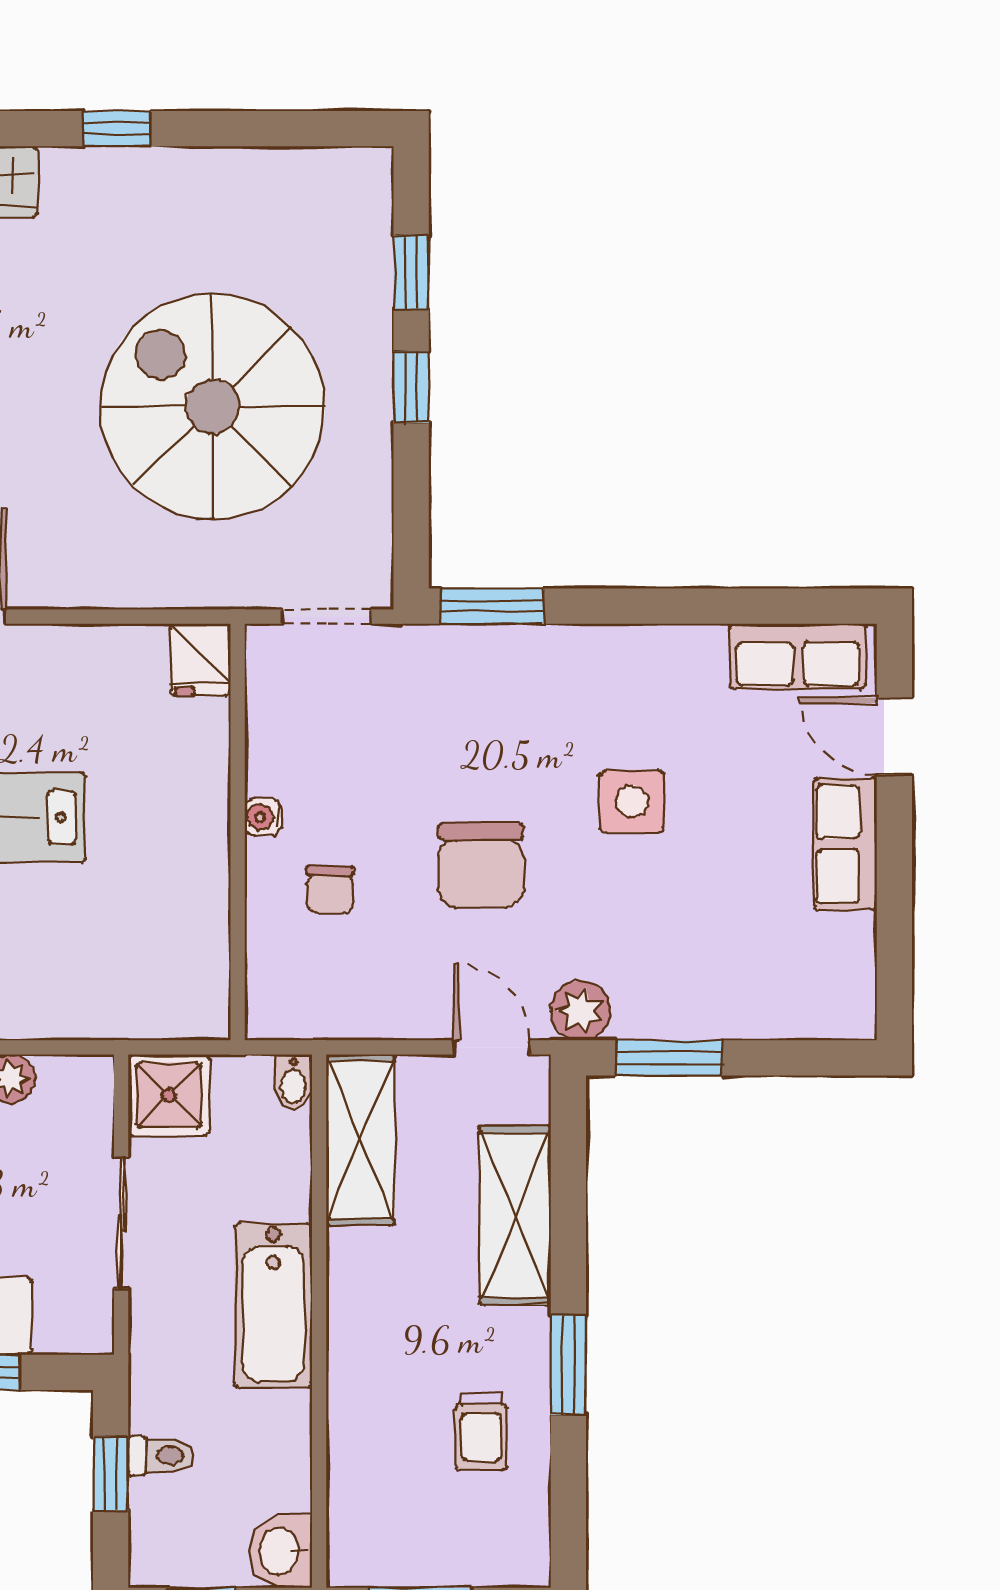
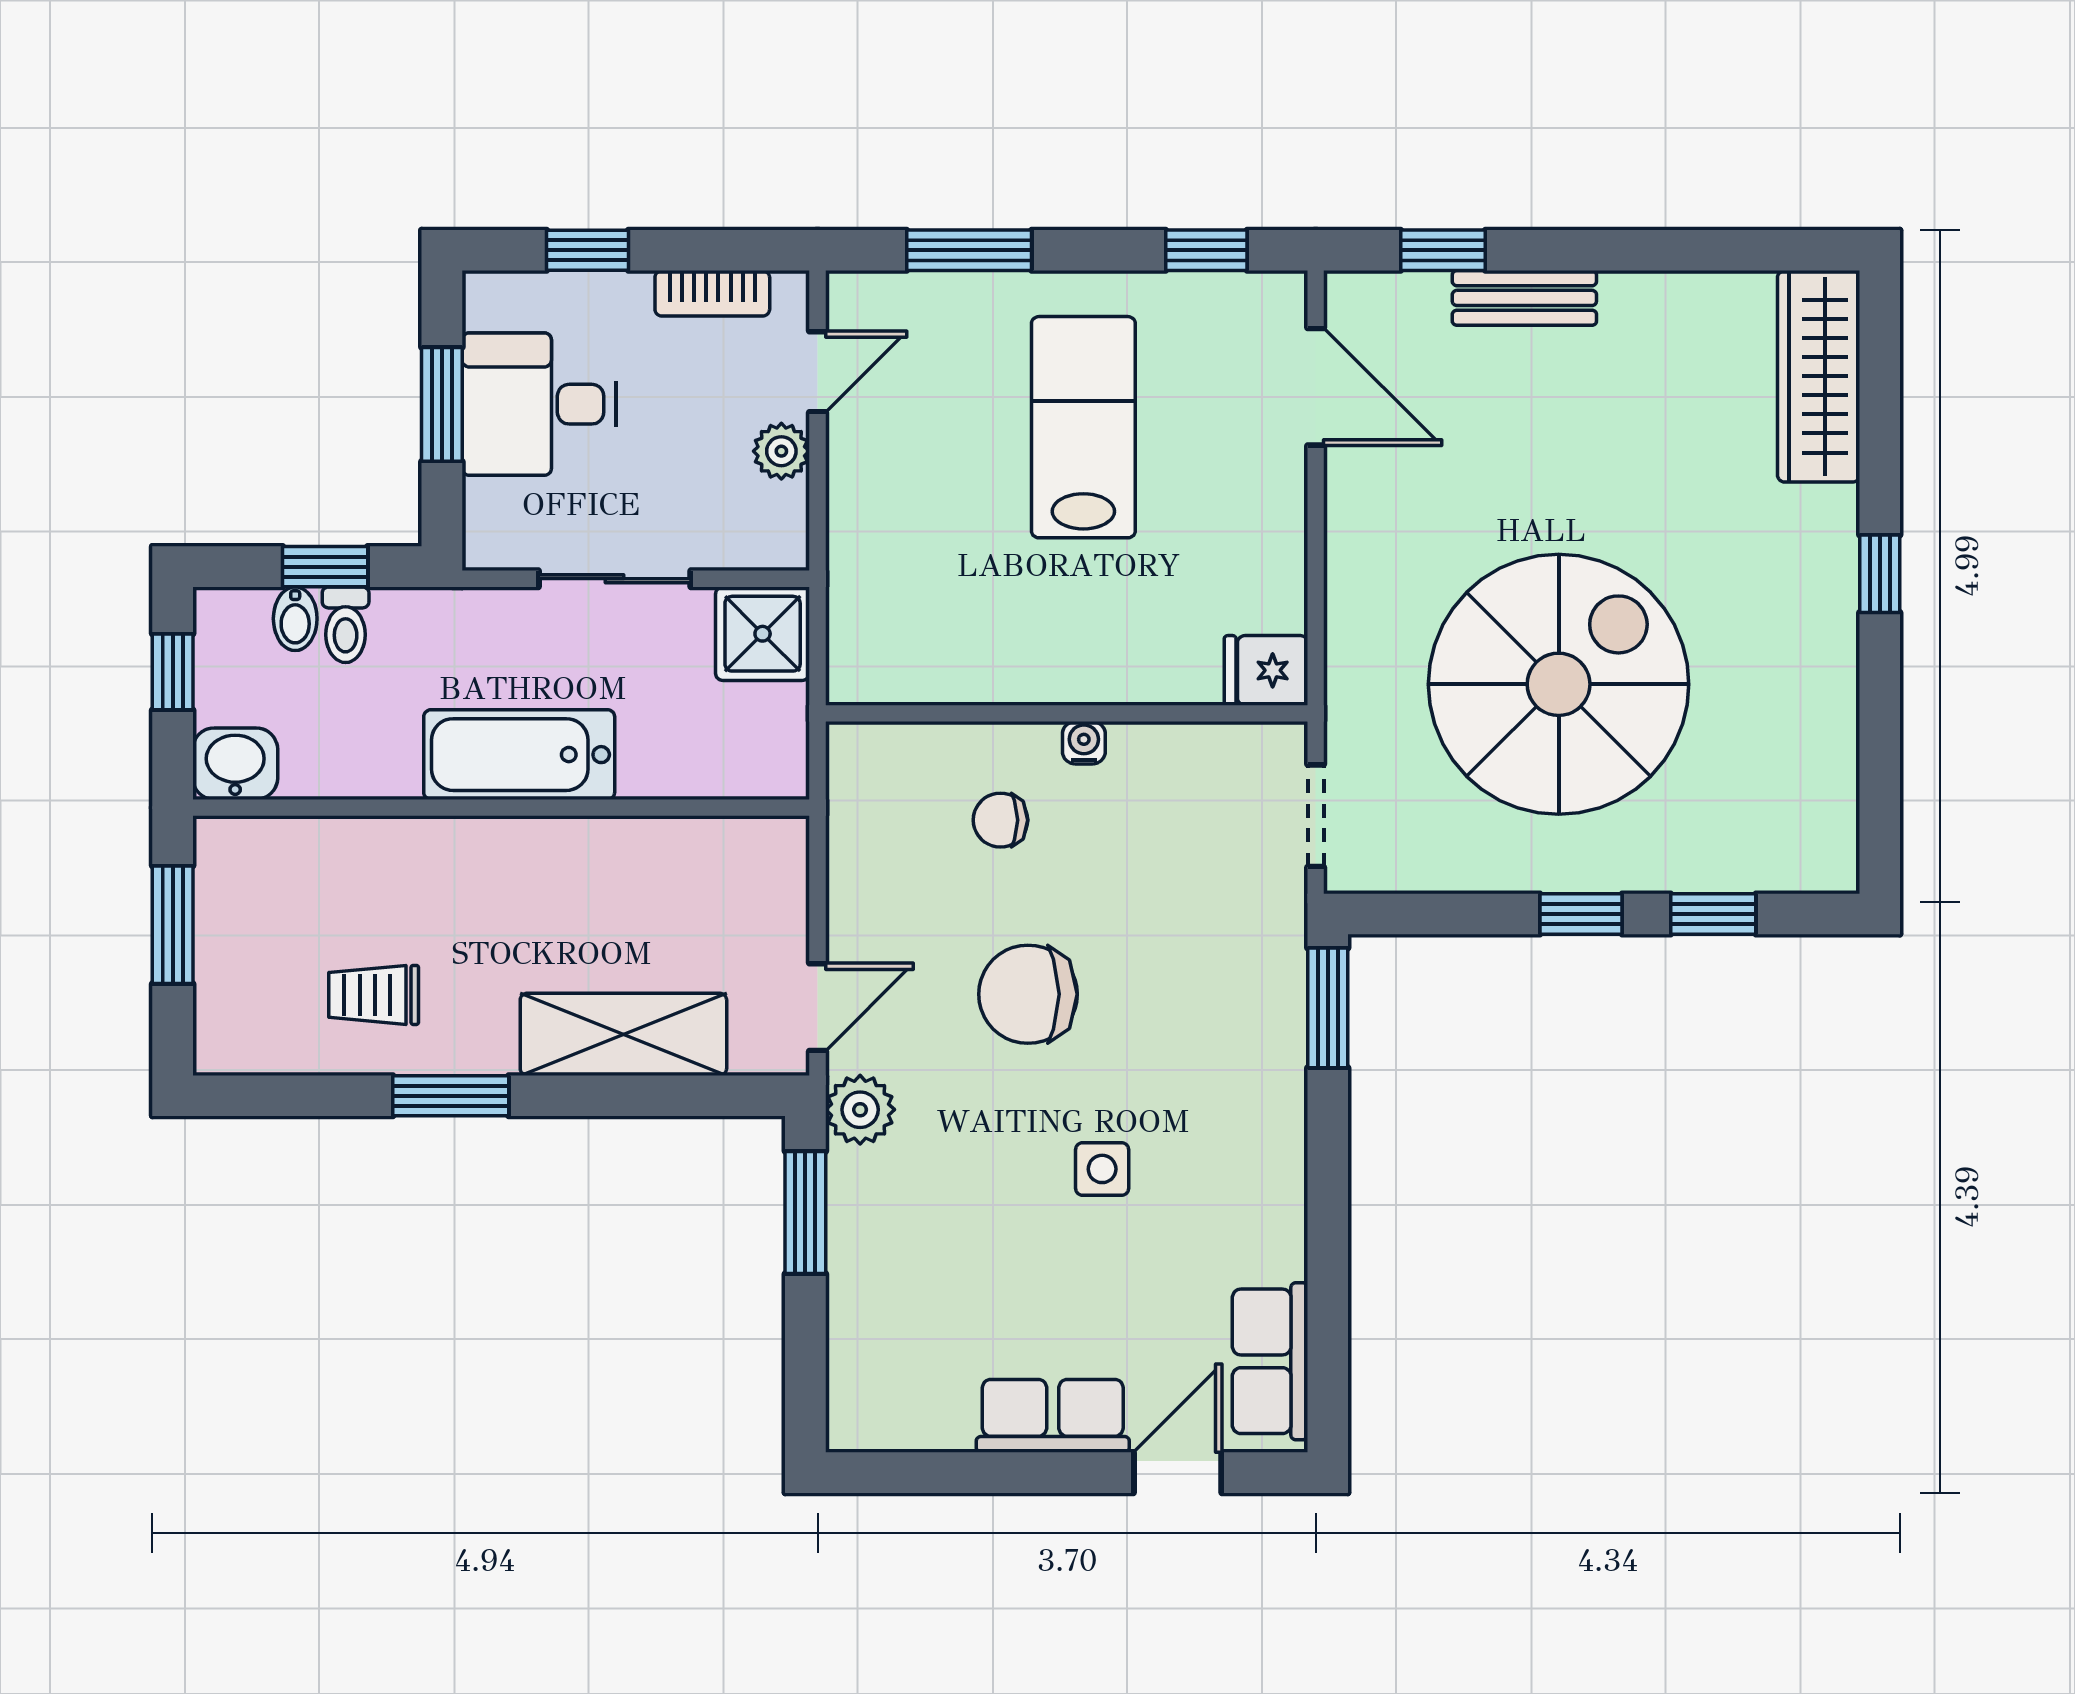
side table: (632, 801) -> (1102, 1169), width x0.73, depth x0.73
bidet: (293, 1082) -> (295, 619), moved, turned -90
shelving: (360, 1140) -> (711, 855), removed

